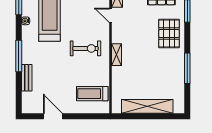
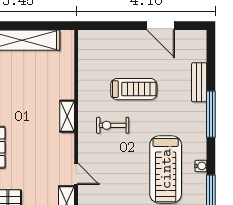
exercise bike: (86, 48) -> (113, 125), width x0.73, depth x0.72
treadmill: (92, 94) -> (134, 89), moved

